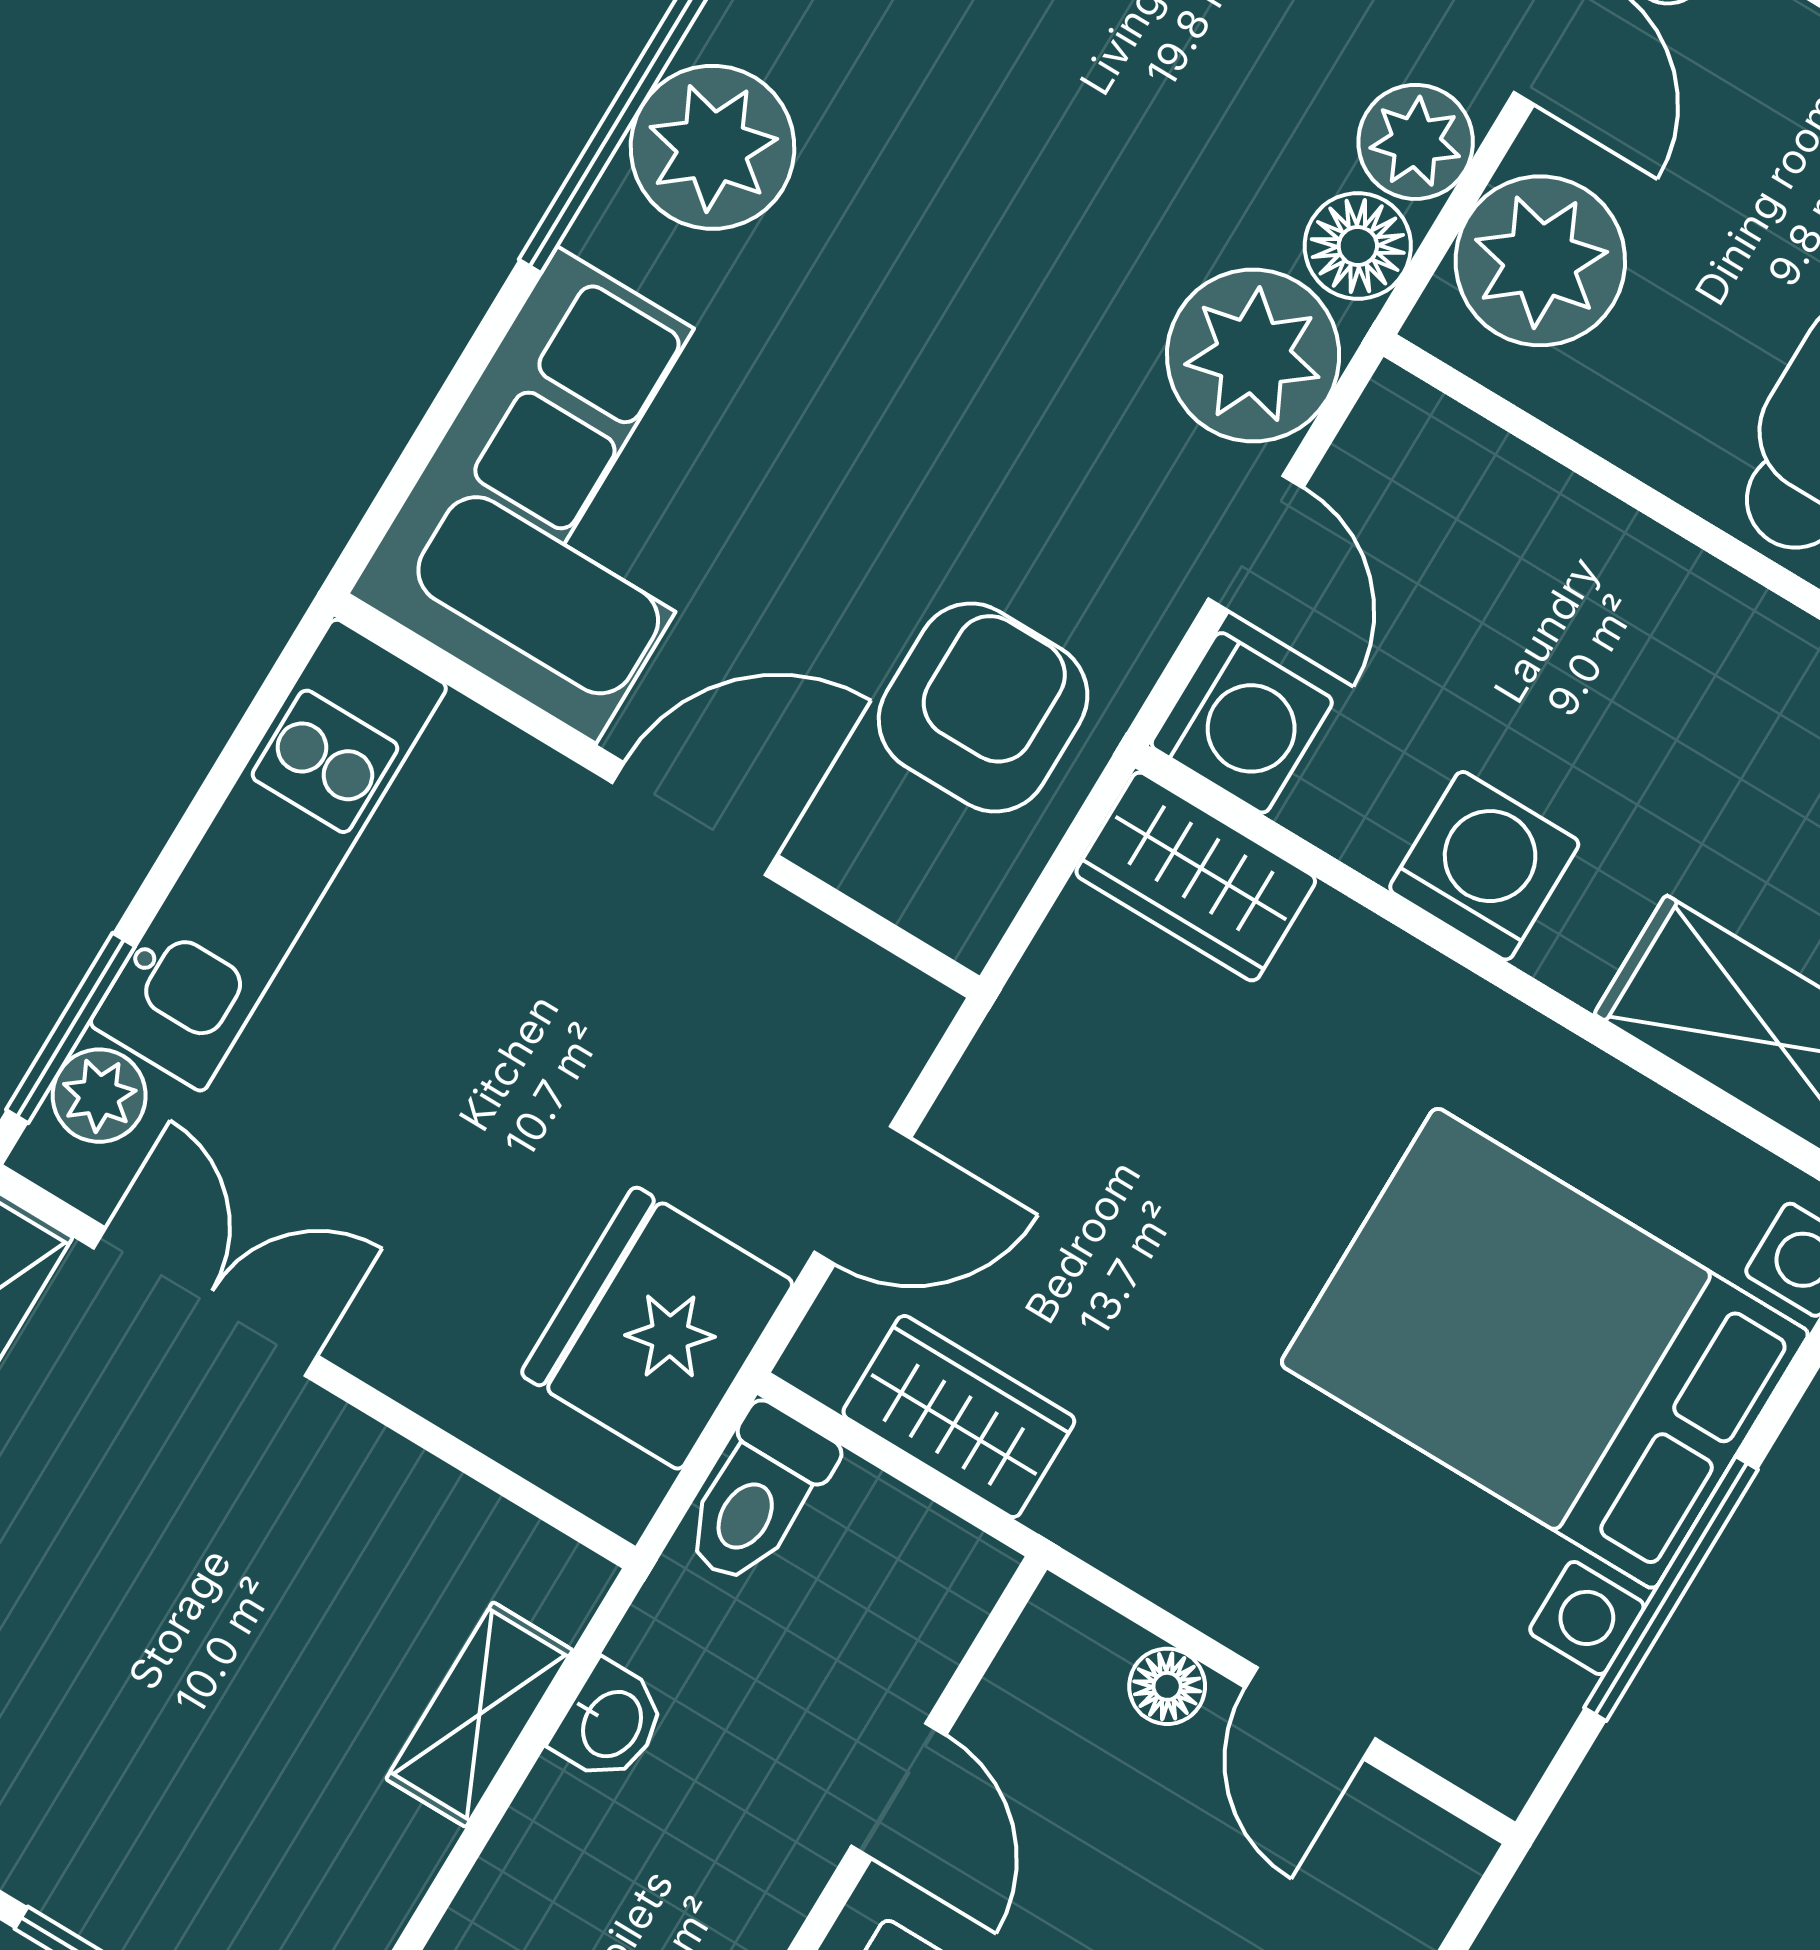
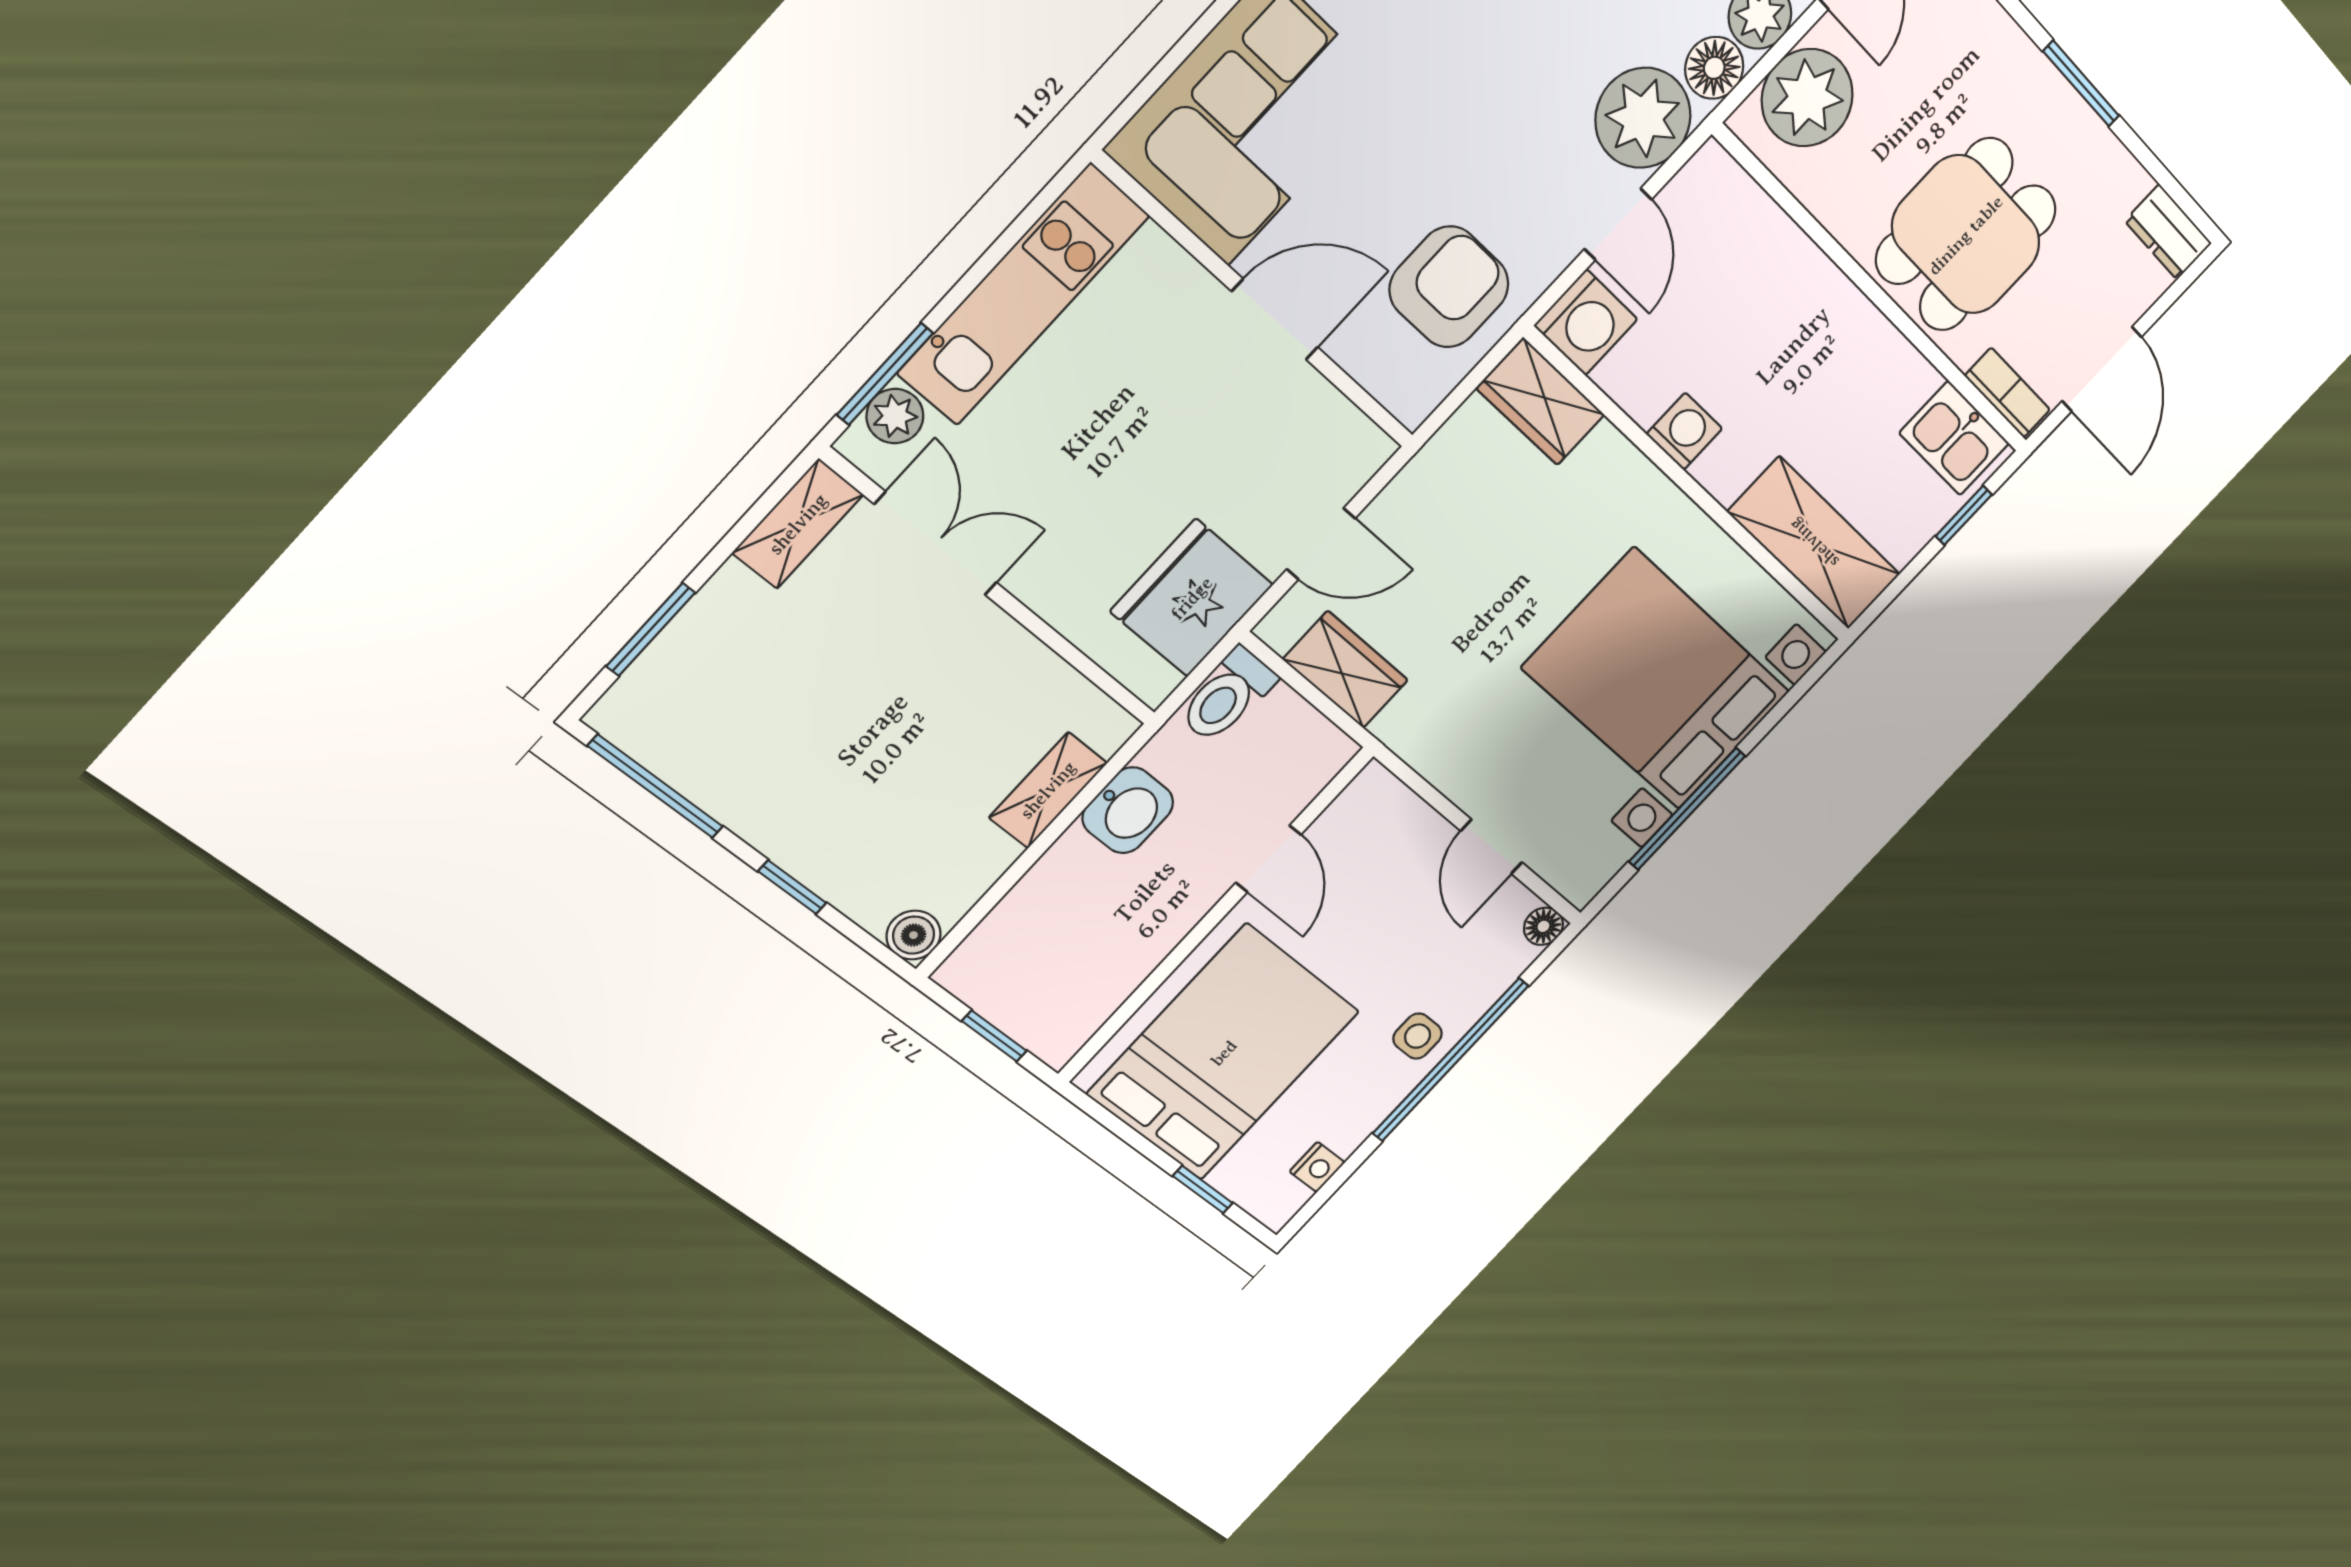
washing machine: (1484, 866) -> (1684, 431), width x0.73, depth x0.73
floor lamp: (1167, 1686) -> (1543, 926), moved
washbasin: (610, 1723) -> (1128, 810), width x1.38, depth x1.45

